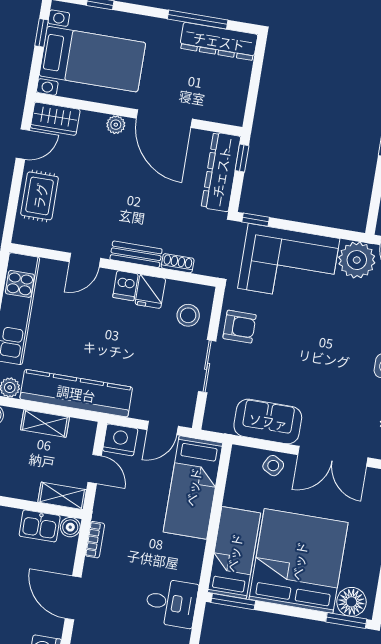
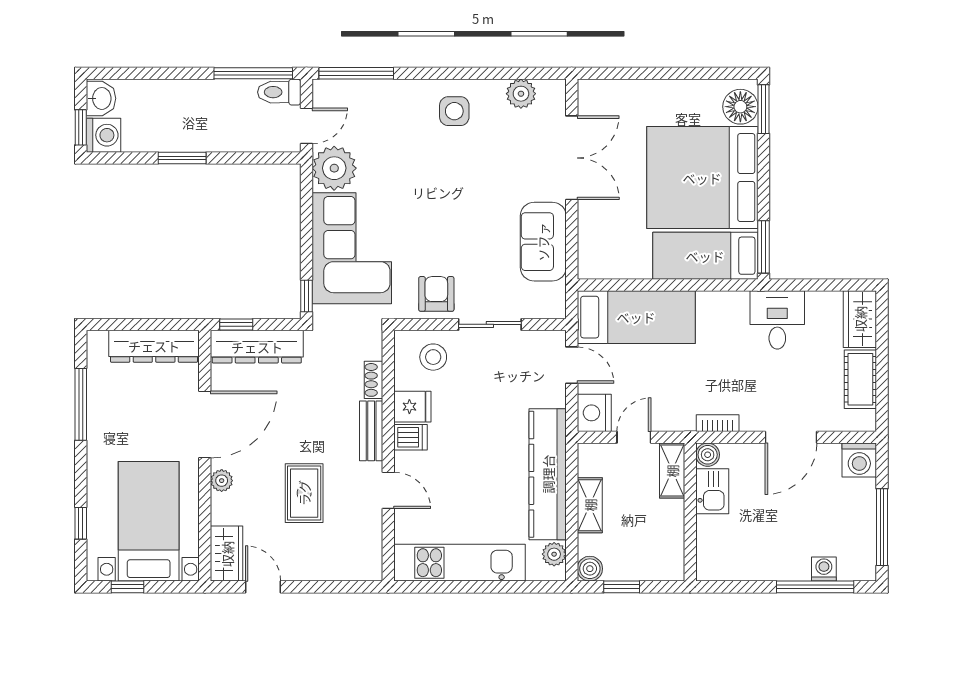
dresser: (219, 41) -> (154, 346), moved, turned 90
rug: (40, 196) -> (304, 493), moved, turned 90
side table: (273, 466) -> (594, 226), removed

